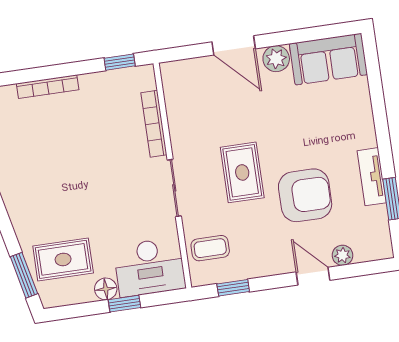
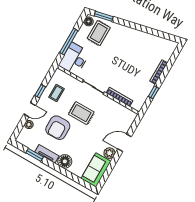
window: (120, 62) -> (154, 92), moved
floor lamp: (359, 131) -> (65, 161), added
coffee table: (210, 248) -> (57, 93), moved
window: (233, 288) -> (40, 91), moved
floor lamp: (106, 289) -> (89, 21), moved
window: (124, 304) -> (69, 42), width x2.17

